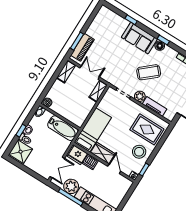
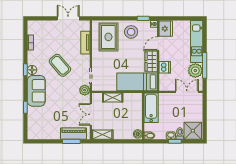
shelving: (98, 91) -> (113, 97), moved
plant: (140, 96) -> (85, 90), moved
fridge: (77, 155) -> (166, 29), moved

